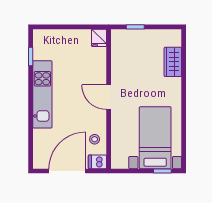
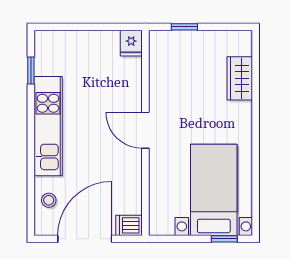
stool: (95, 139) -> (49, 200), moved

